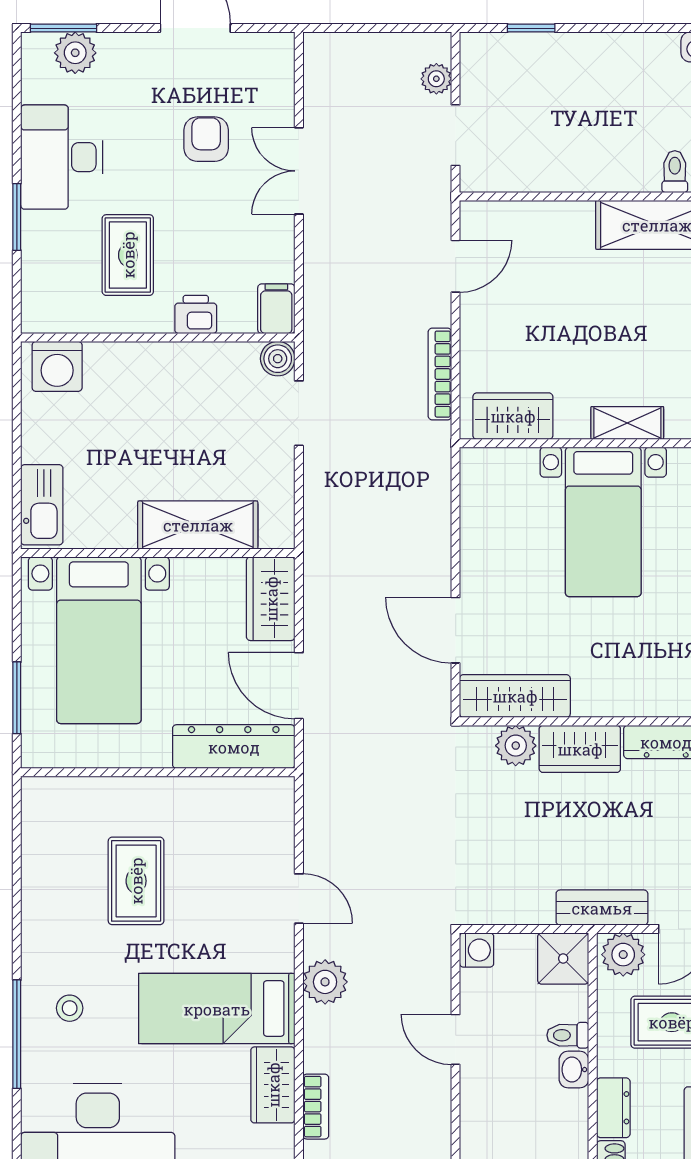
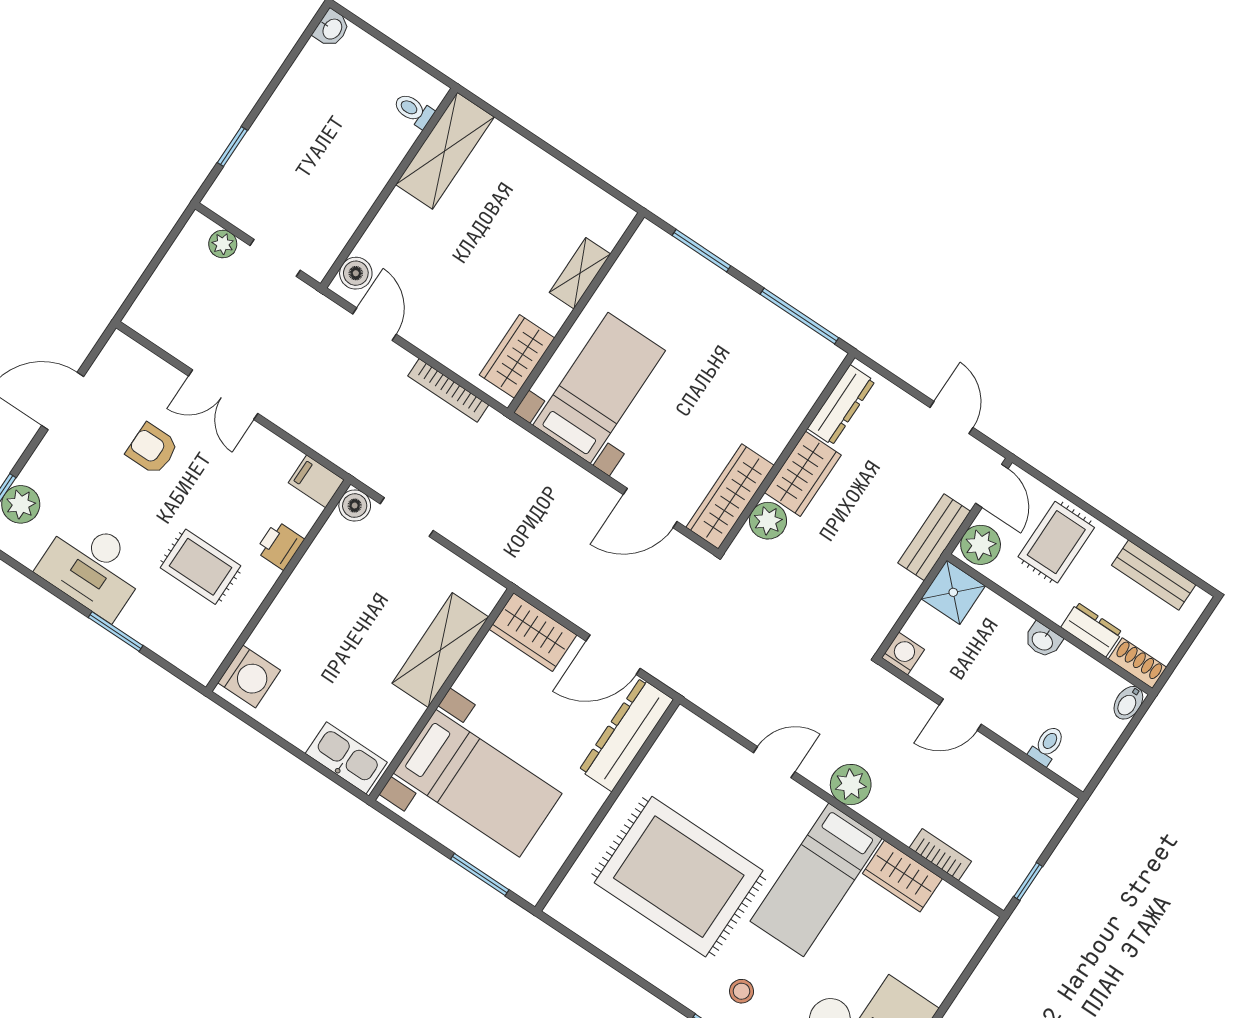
boiler: (491, 218) -> (356, 273), added
bed with nightstands: (603, 522) -> (599, 388), moved, turned -90
rug: (136, 881) -> (679, 877), width x1.86, depth x2.06
toilet: (568, 1035) -> (1047, 745), moved, turned 180

